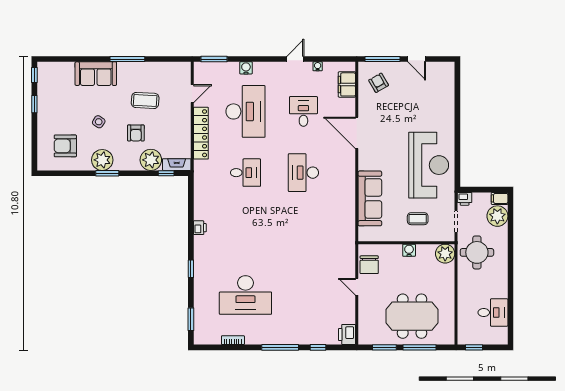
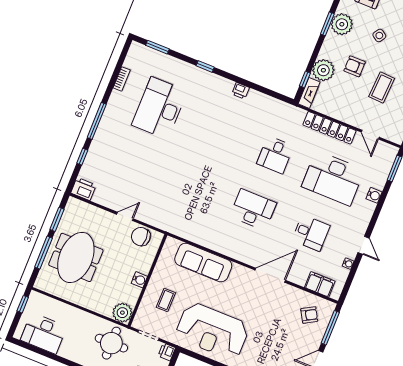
desk: (493, 312) -> (44, 333), width x1.37

